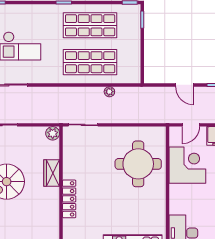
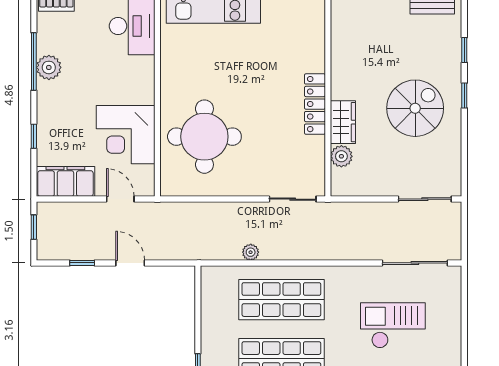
door: (191, 125) -> (120, 199), hinge flipped
plant: (53, 133) -> (341, 156), moved
locker: (69, 199) -> (315, 104), moved

